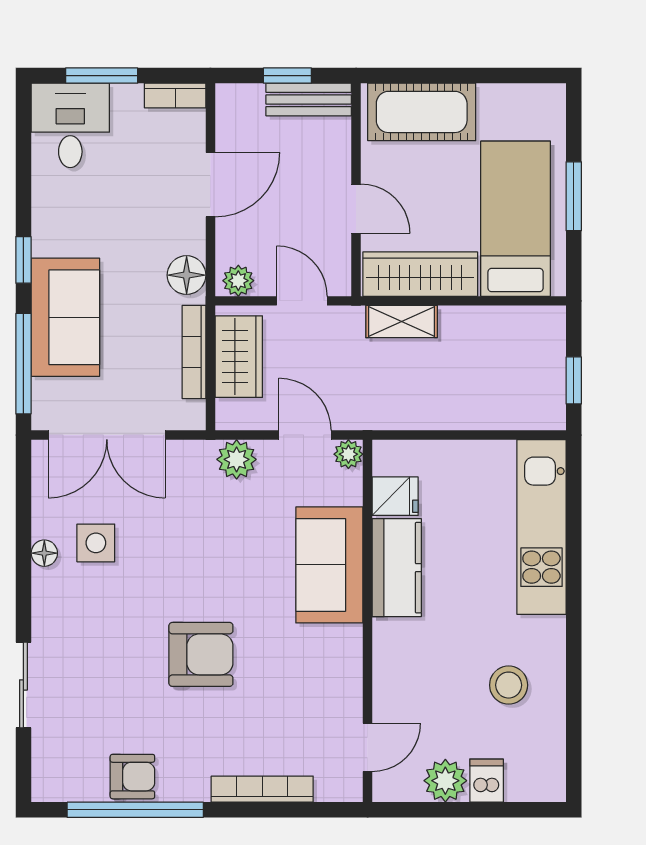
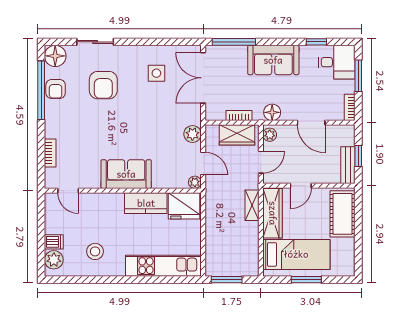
window: (23, 260) -> (316, 42), moved
sofa: (65, 317) -> (273, 60), moved
bookcase: (194, 352) -> (239, 116), width x0.64
window: (574, 380) -> (227, 280), width x1.50
door: (305, 435) -> (203, 163), hinge flipped
fridge: (395, 496) -> (184, 206), width x1.88, depth x1.34
floor lamp: (44, 553) -> (55, 56), moved, width x1.89, depth x1.89
sofa: (329, 565) -> (126, 174), moved
armchair: (201, 654) -> (103, 85), moved
plant: (445, 781) -> (54, 260), moved
bookcase: (262, 789) -> (50, 153), width x0.64

